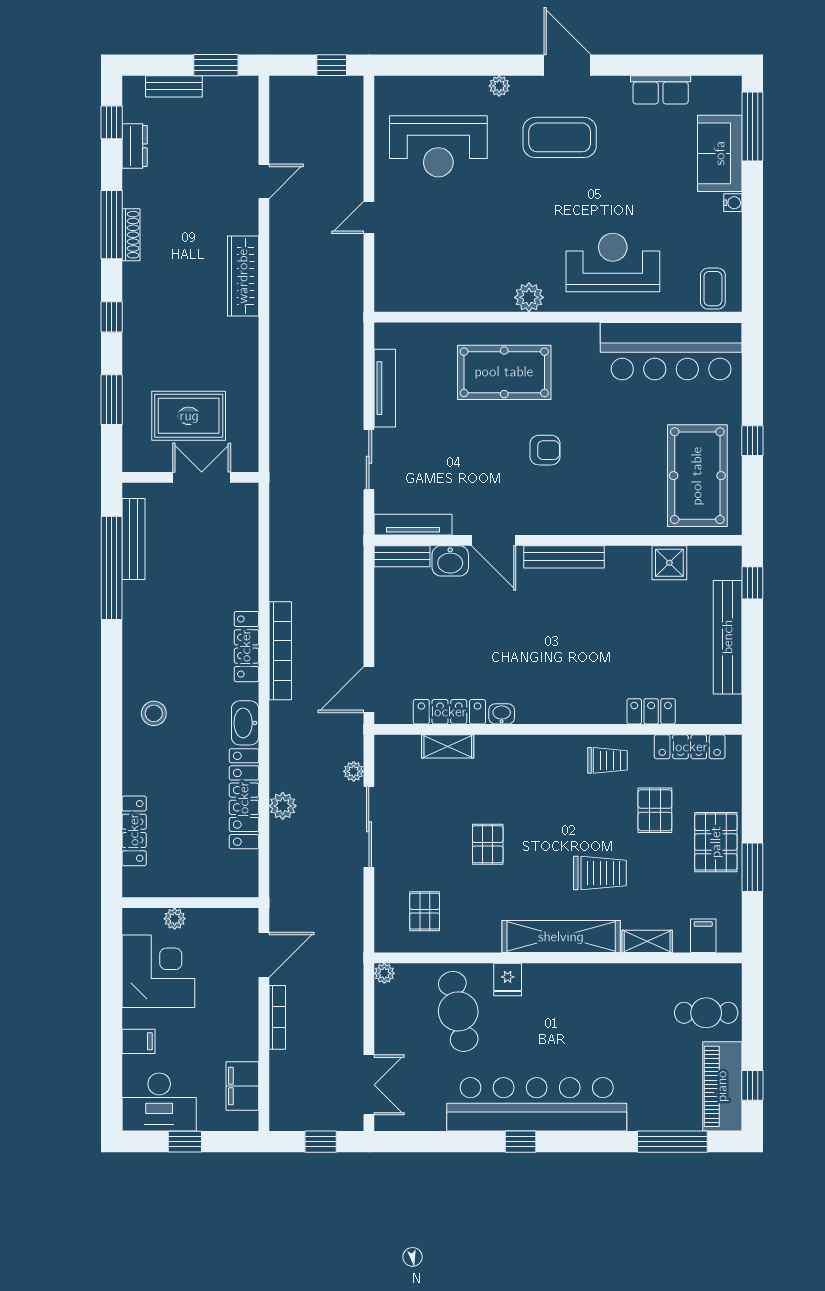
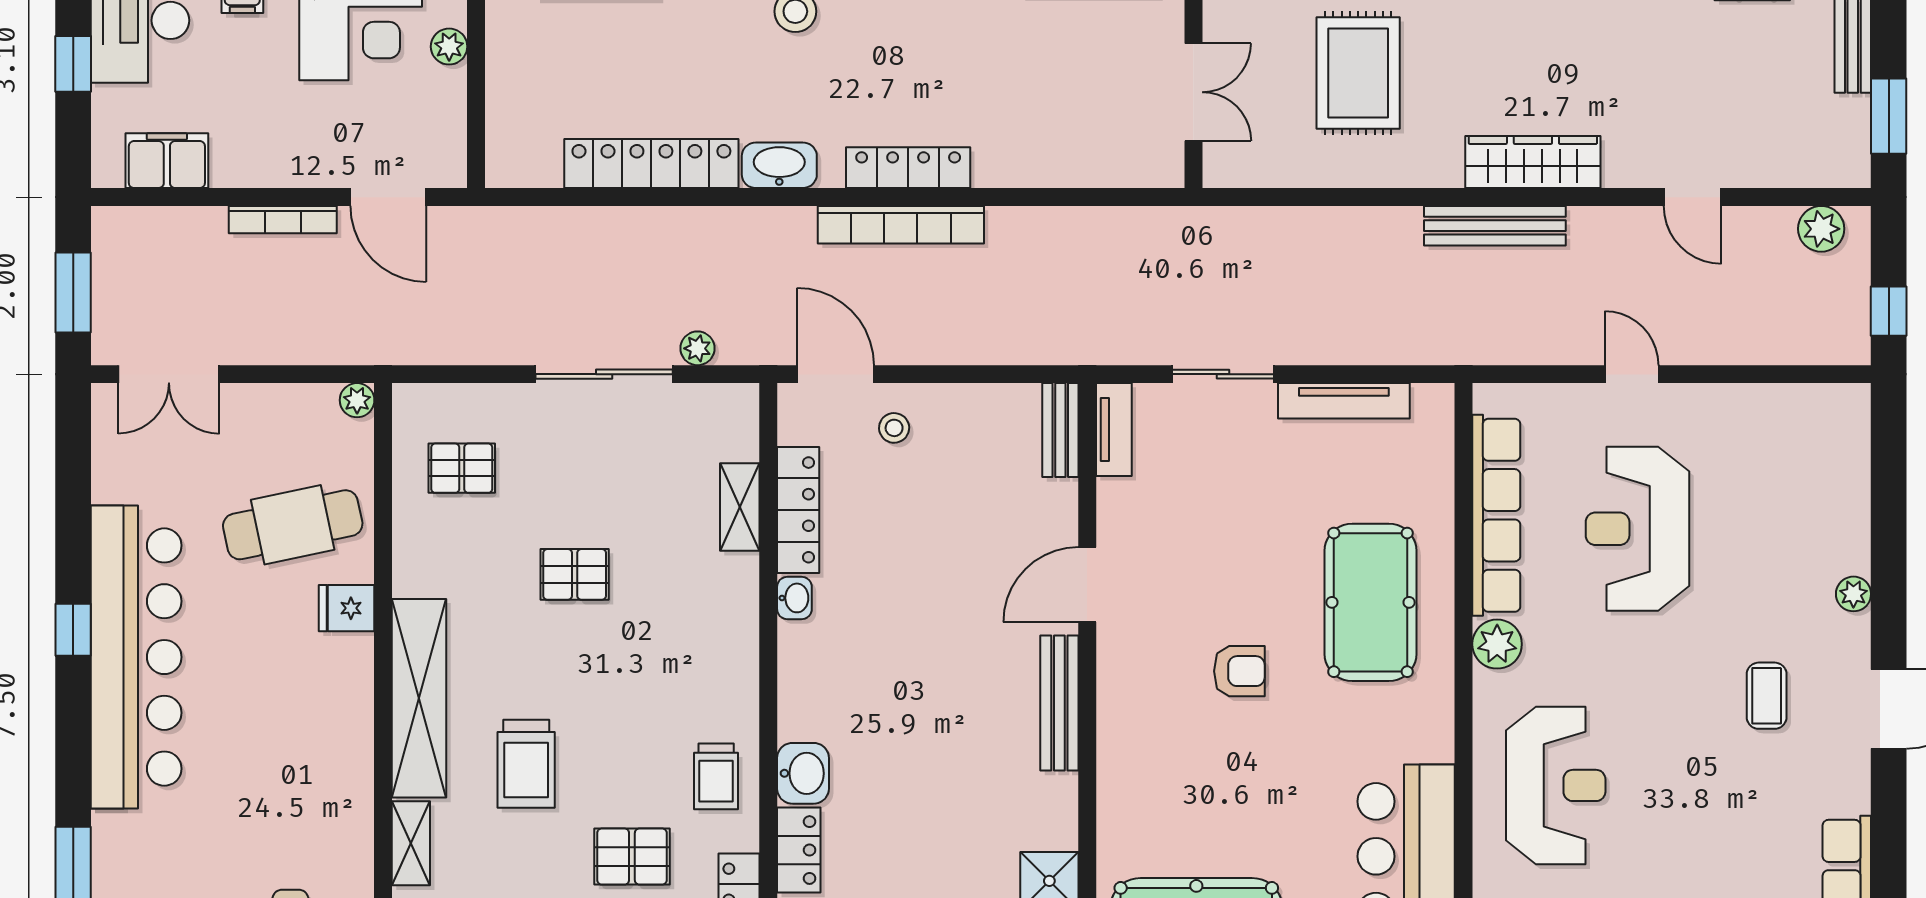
coffee table: (560, 137) -> (1767, 696), width x0.54, depth x0.58
reception desk: (438, 146) -> (1638, 529), moved
row of seats: (453, 298) -> (1496, 515), added
bench: (281, 299) -> (1495, 226), added
rug: (189, 416) -> (1358, 73), moved
armchair: (545, 450) -> (1239, 671), turned -90
tv unit: (413, 525) -> (1114, 430), width x0.71
washbasin: (450, 561) -> (803, 773), moved, turned 180
stool: (401, 655) -> (894, 428), added
plant: (283, 806) -> (1821, 229), moved
window: (321, 1142) -> (73, 293), width x1.50

